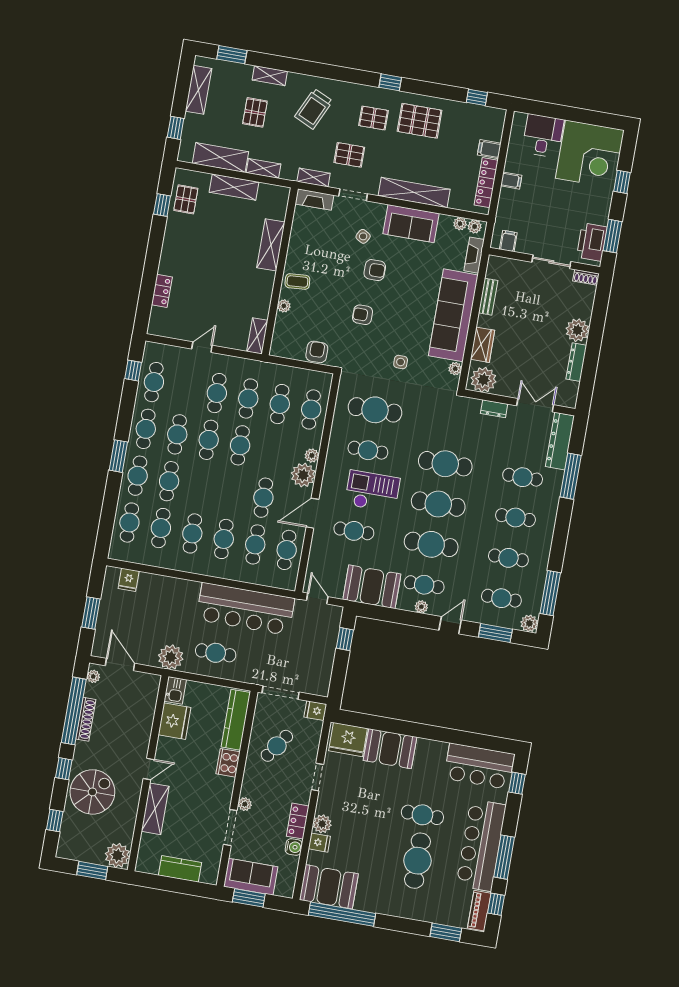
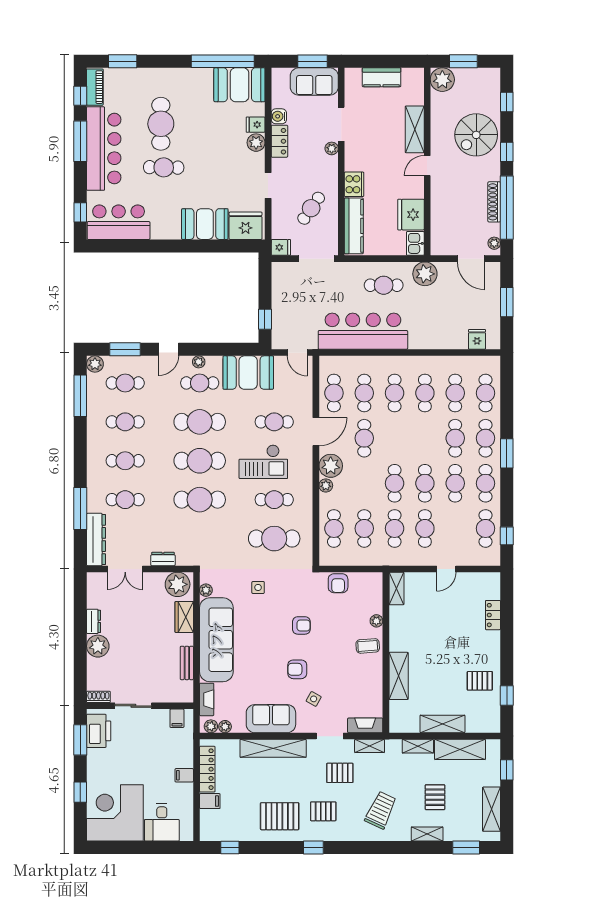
pallet: (186, 199) -> (480, 681), moved, turned 90
dresser: (576, 362) -> (94, 621), width x0.70

